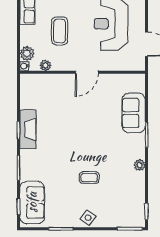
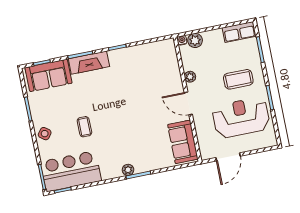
coffee table: (60, 31) -> (238, 79), moved
plant: (45, 65) -> (190, 77), moved
sofa: (134, 113) -> (183, 142), moved, turned -90
fireplace: (28, 129) -> (89, 63), moved
plant: (140, 165) -> (128, 170), moved
bar counter: (130, 200) -> (71, 171), added

